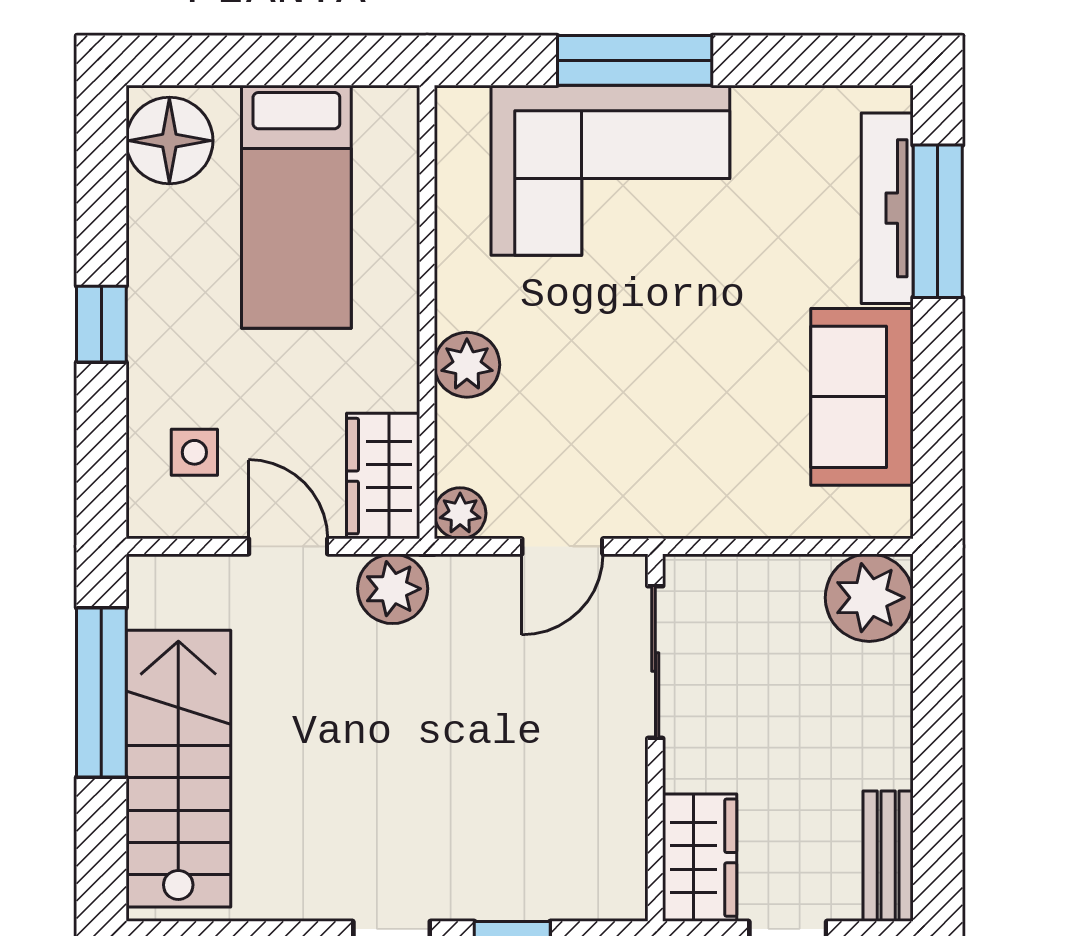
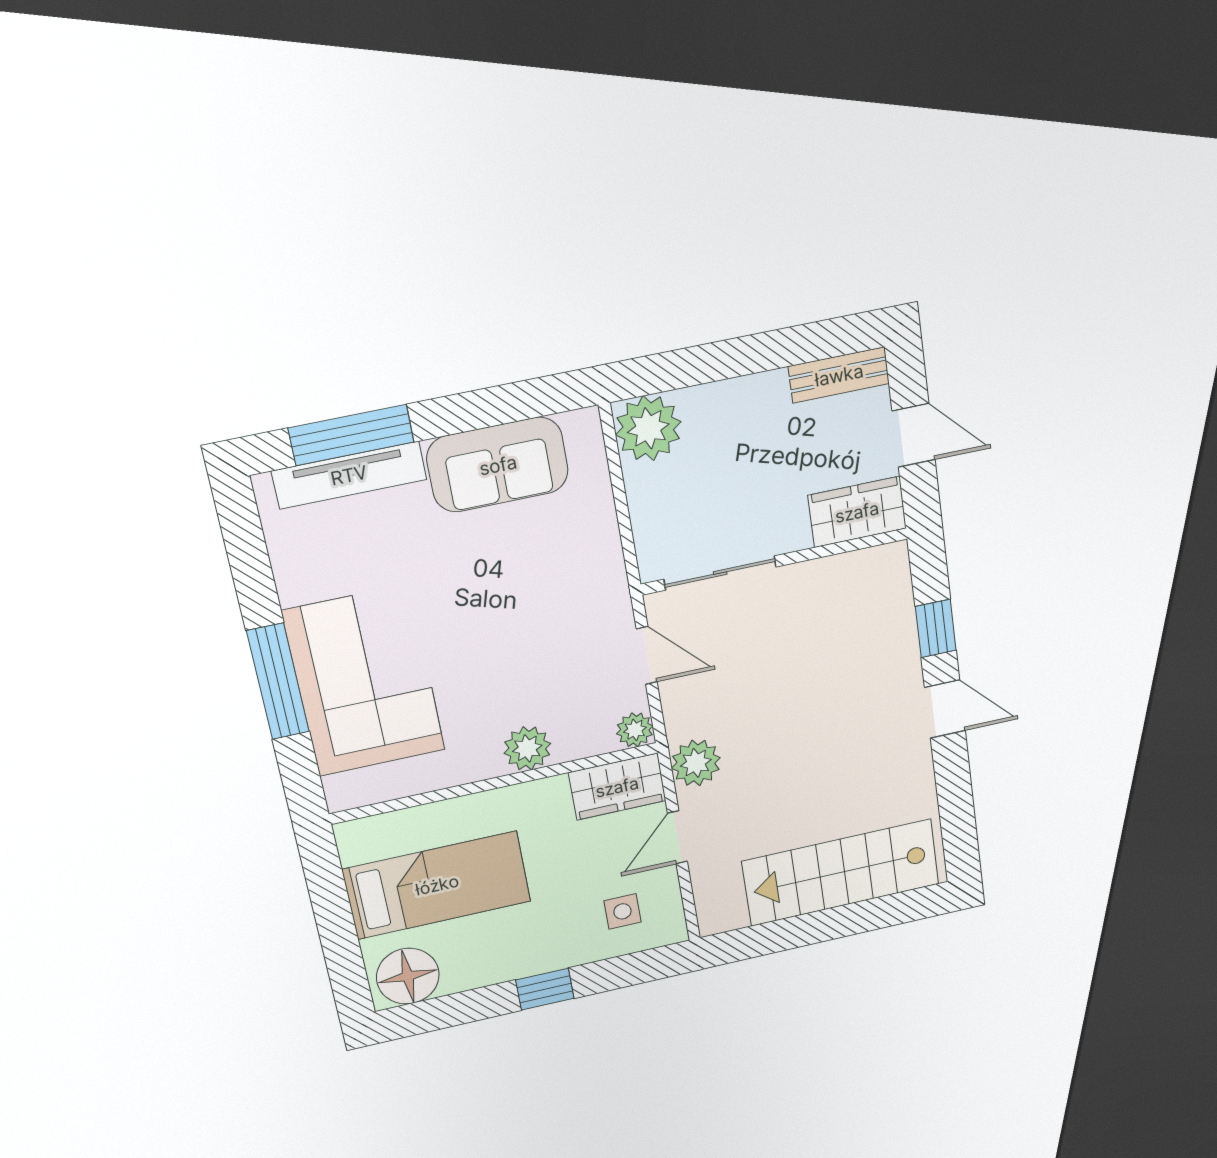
window: (101, 692) -> (796, 932), removed

